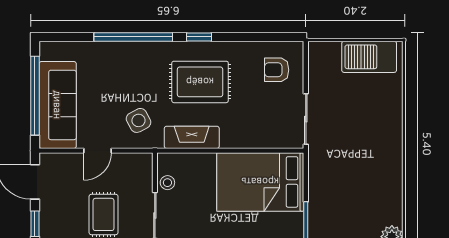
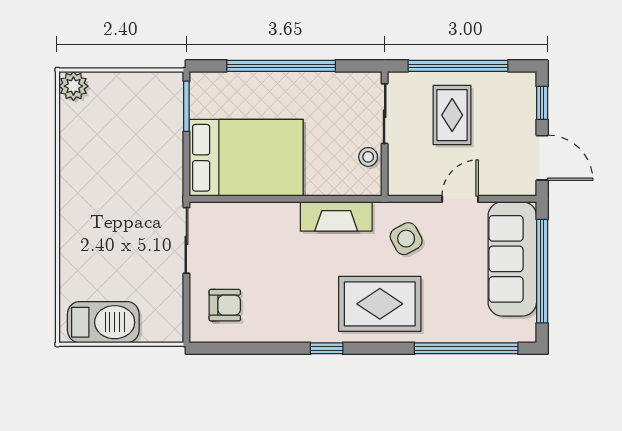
window: (133, 37) -> (466, 348), moved
rug: (200, 82) -> (380, 304), moved

